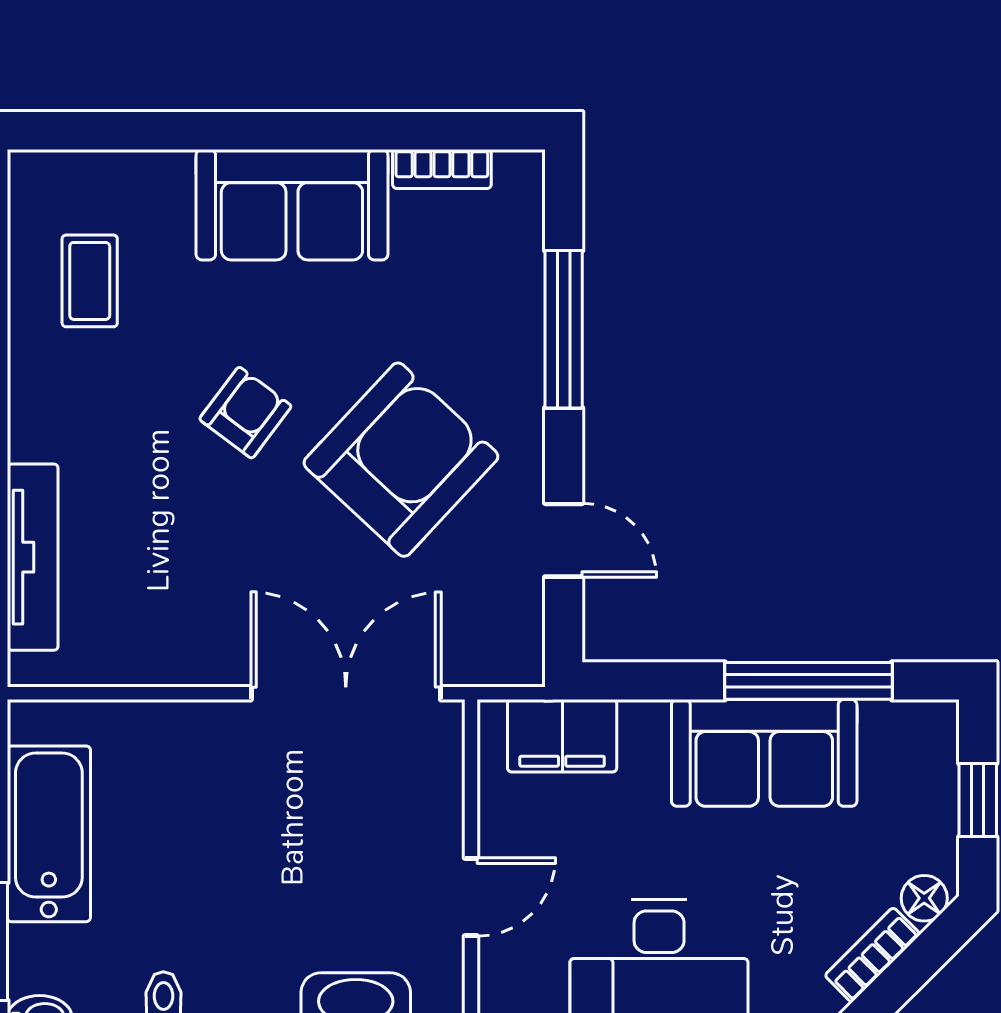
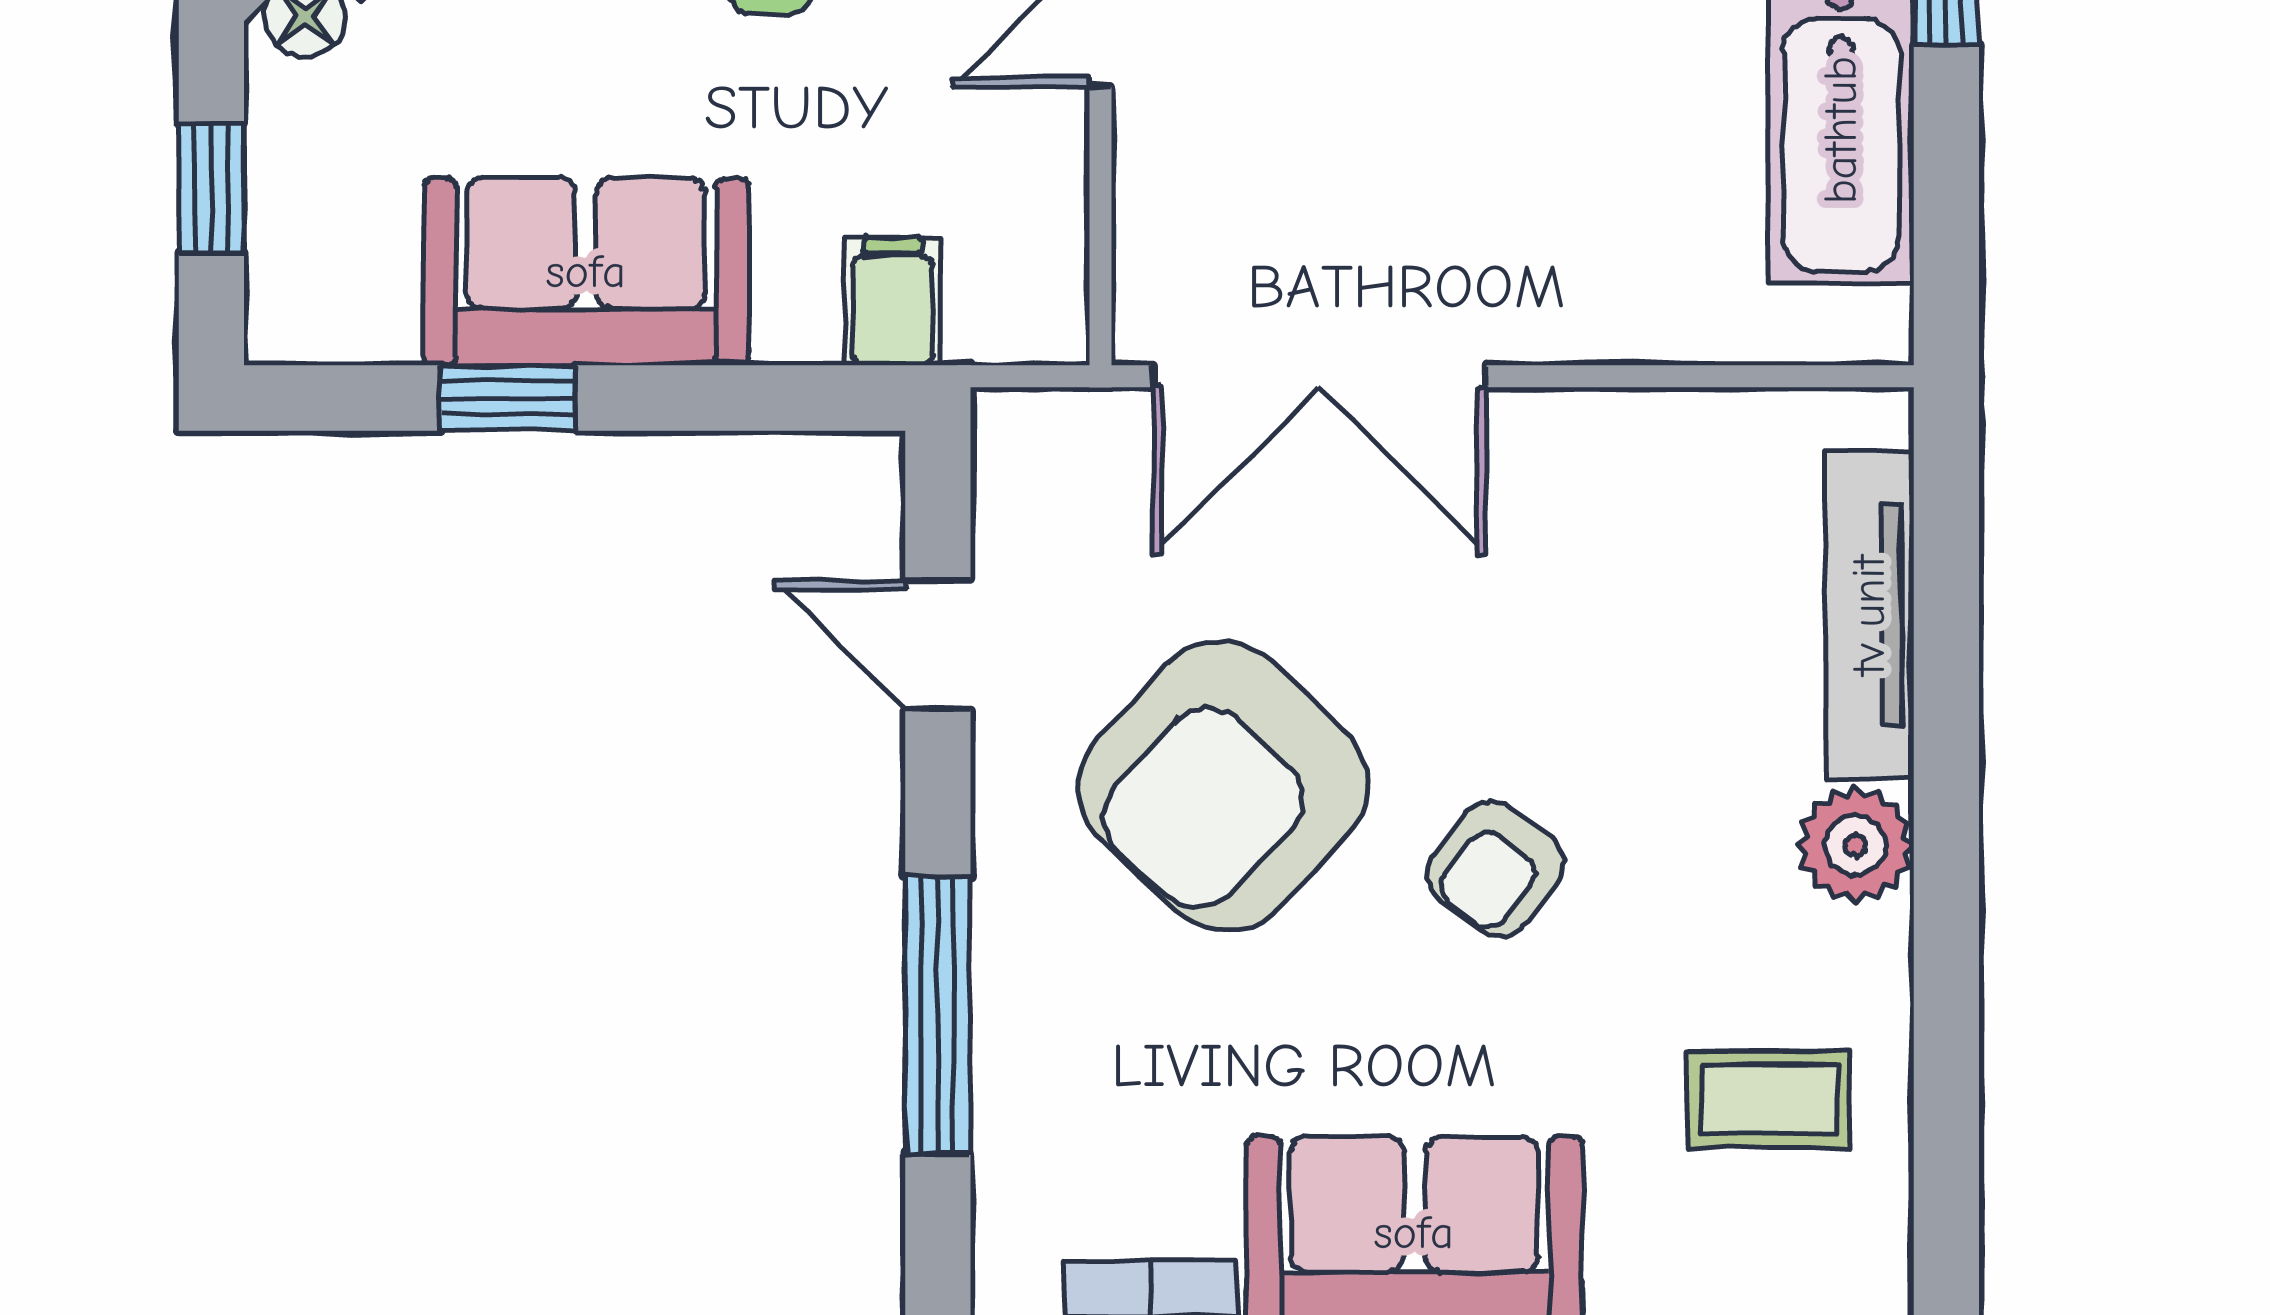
coffee table: (90, 281) -> (1769, 1100), turned 90
plant: (41, 426) -> (1856, 845), added
window: (808, 681) -> (508, 398), width x0.46
filing cabinet: (562, 736) -> (893, 302), width x0.50

